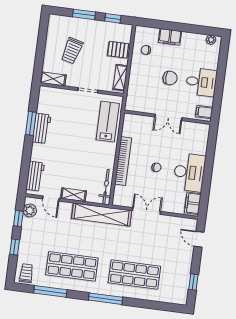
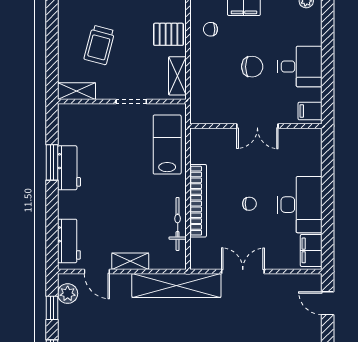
bicycle: (106, 187) -> (178, 224), moved

